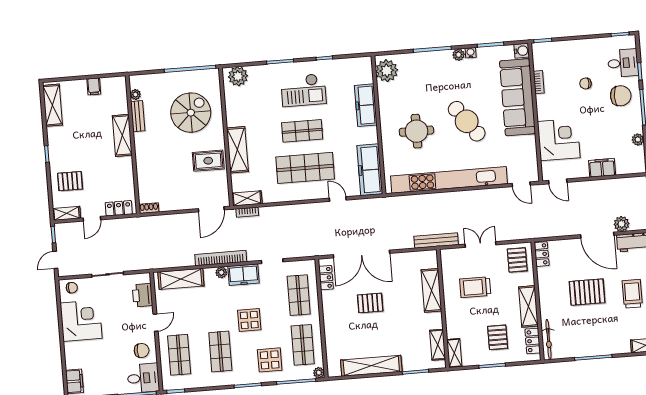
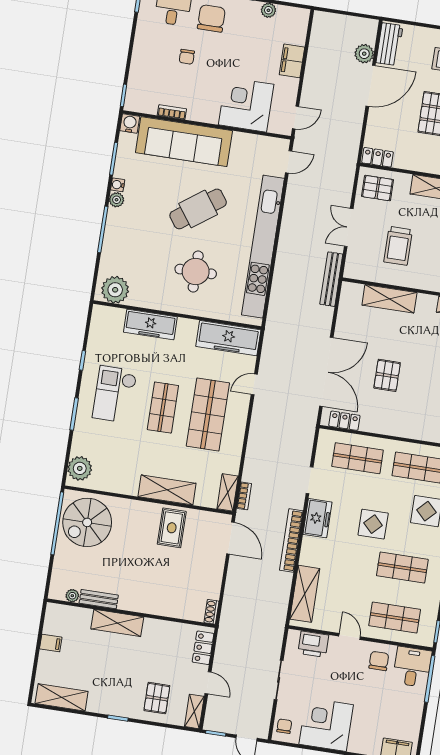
checkout: (303, 90) -> (115, 394), turned 180
spiral stairs: (191, 113) -> (87, 522), moved, turned -90
plant: (221, 272) -> (309, 544), removed

